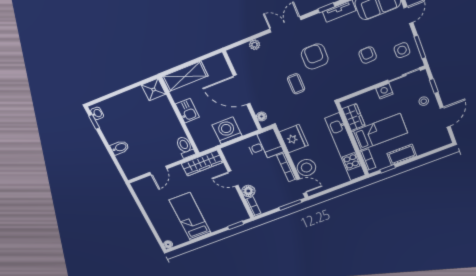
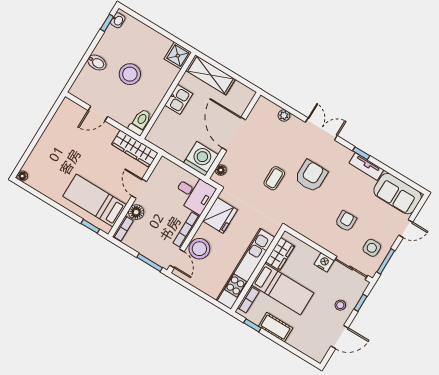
washing machine: (227, 130) -> (201, 159), moved
stool: (144, 131) -> (130, 74), added
bed: (190, 216) -> (95, 201), moved, turned -90

